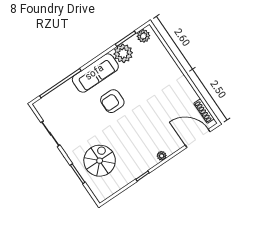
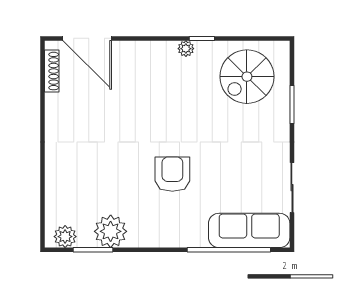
sofa: (95, 73) -> (249, 230), moved
armchair: (112, 101) -> (172, 174), turned -90
plant: (162, 156) -> (186, 49), moved
spiral stairs: (100, 161) -> (247, 77), moved

